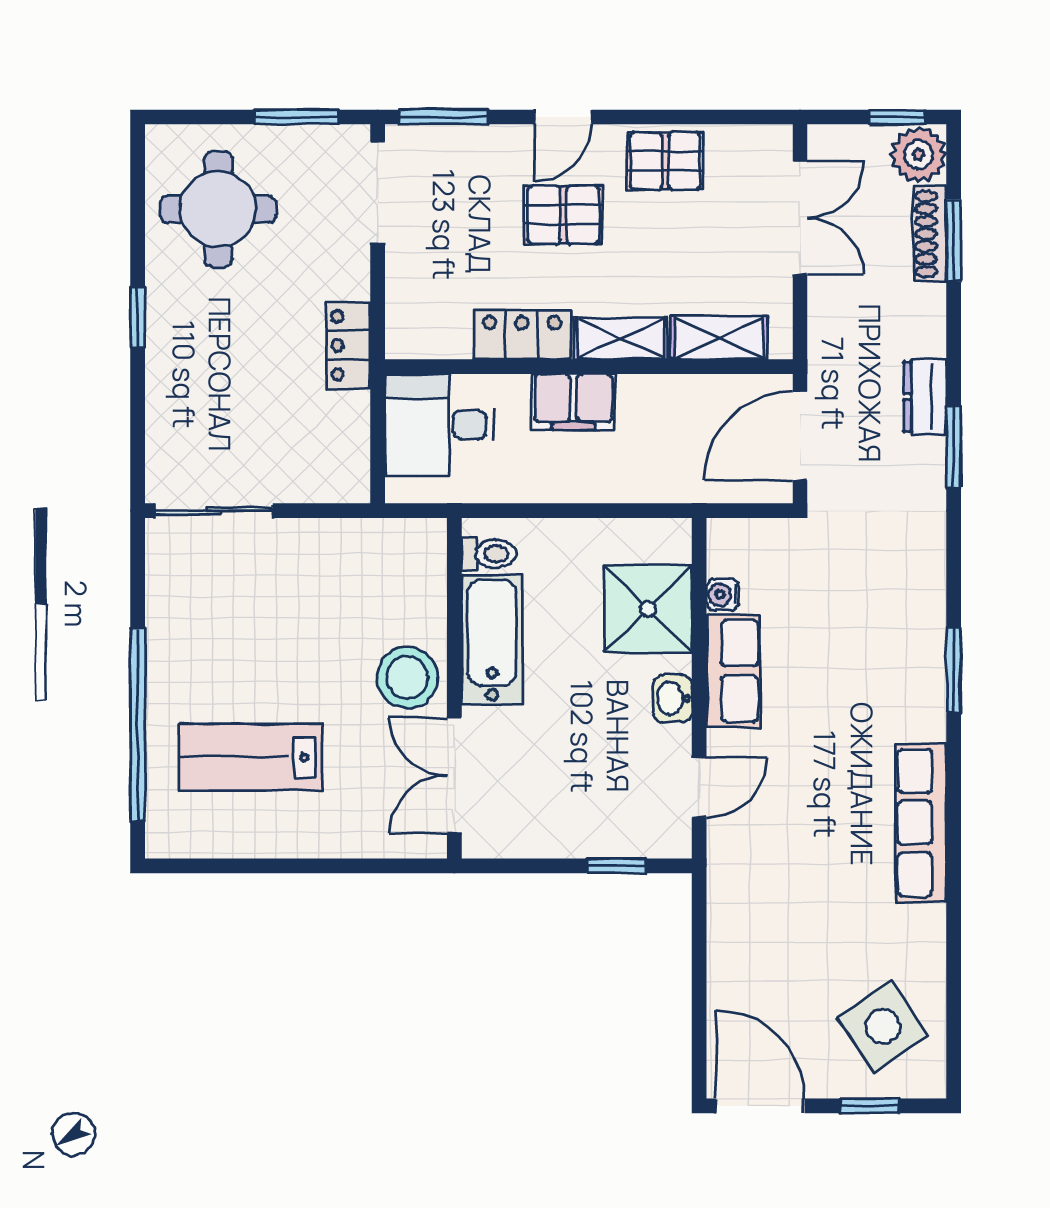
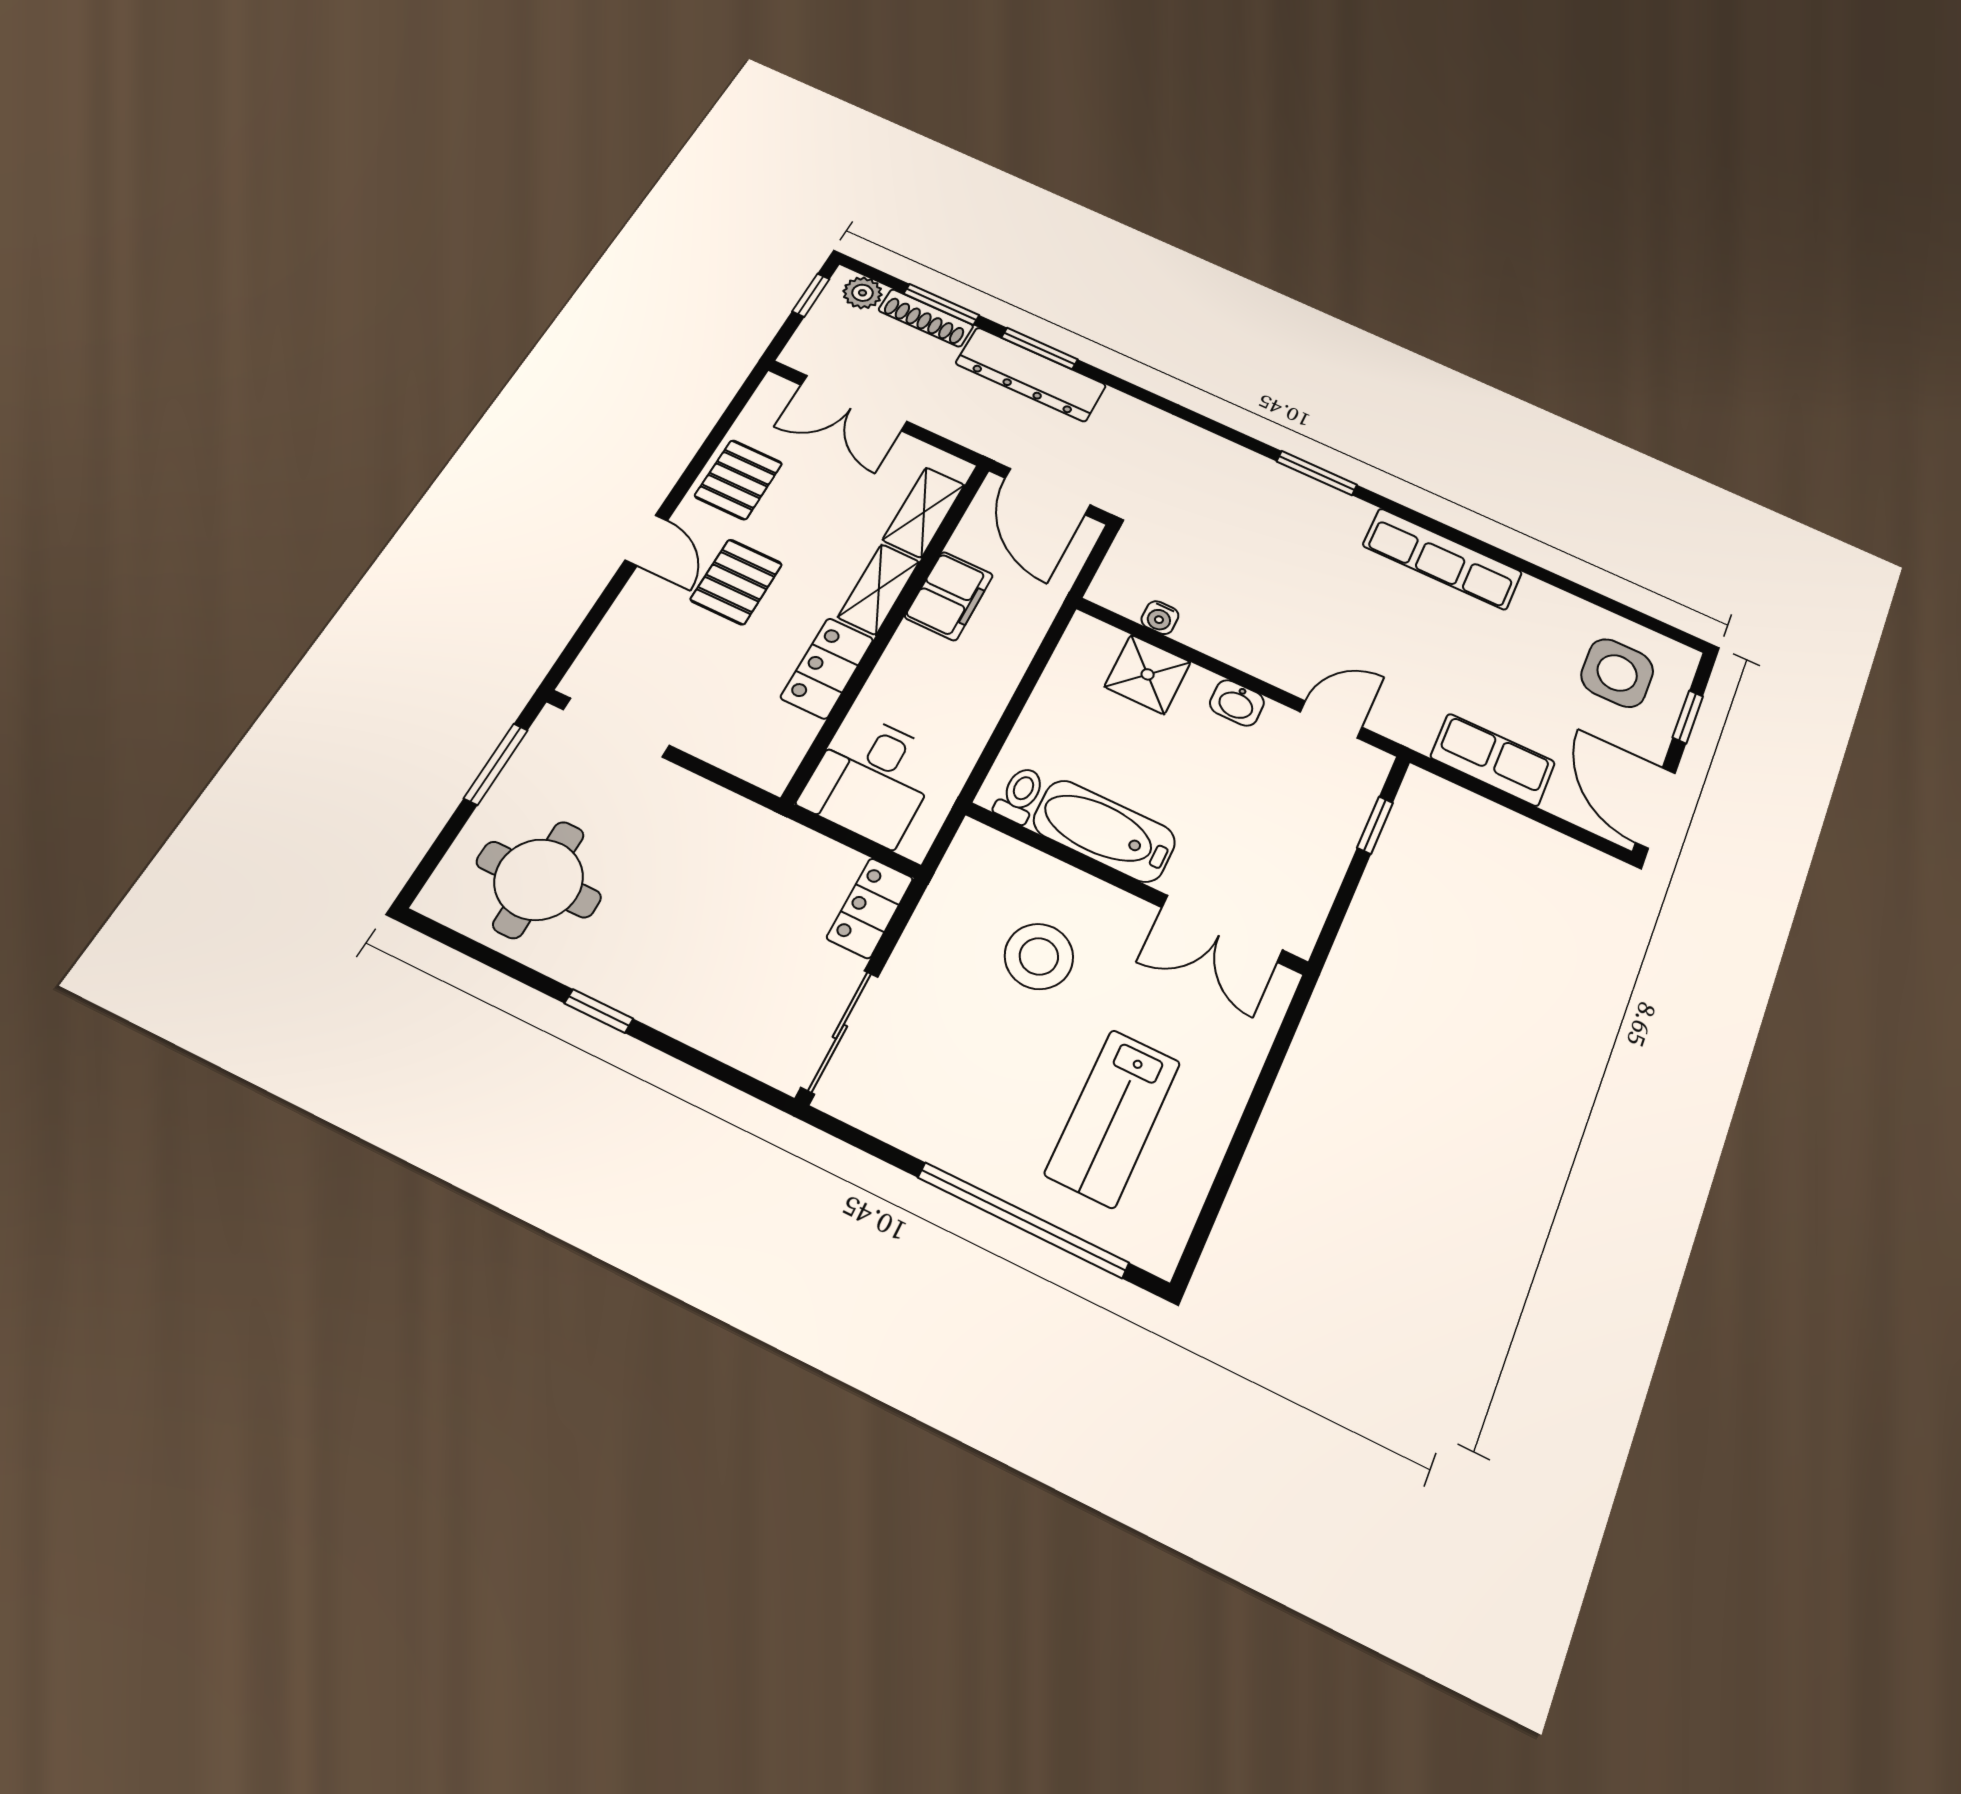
window: (444, 117) -> (581, 637), removed
plant: (919, 154) -> (863, 293), width x0.73, depth x0.73
double door: (800, 218) -> (854, 403), swing flipped
locker: (348, 345) -> (870, 908), moved, turned 90
dresser: (925, 397) -> (1031, 374), width x1.96, depth x1.24
filing cabinet: (573, 402) -> (949, 596), moved
window: (954, 447) -> (1040, 348), moved
shower: (648, 609) -> (1148, 674), width x0.73, depth x0.73
row of seats: (733, 671) -> (1493, 760), moved
stool: (407, 677) -> (1039, 956), moved
door: (699, 787) -> (1331, 720), hinge flipped
side table: (883, 1026) -> (1617, 673), turned 34
door: (760, 1106) -> (1655, 808), hinge flipped

